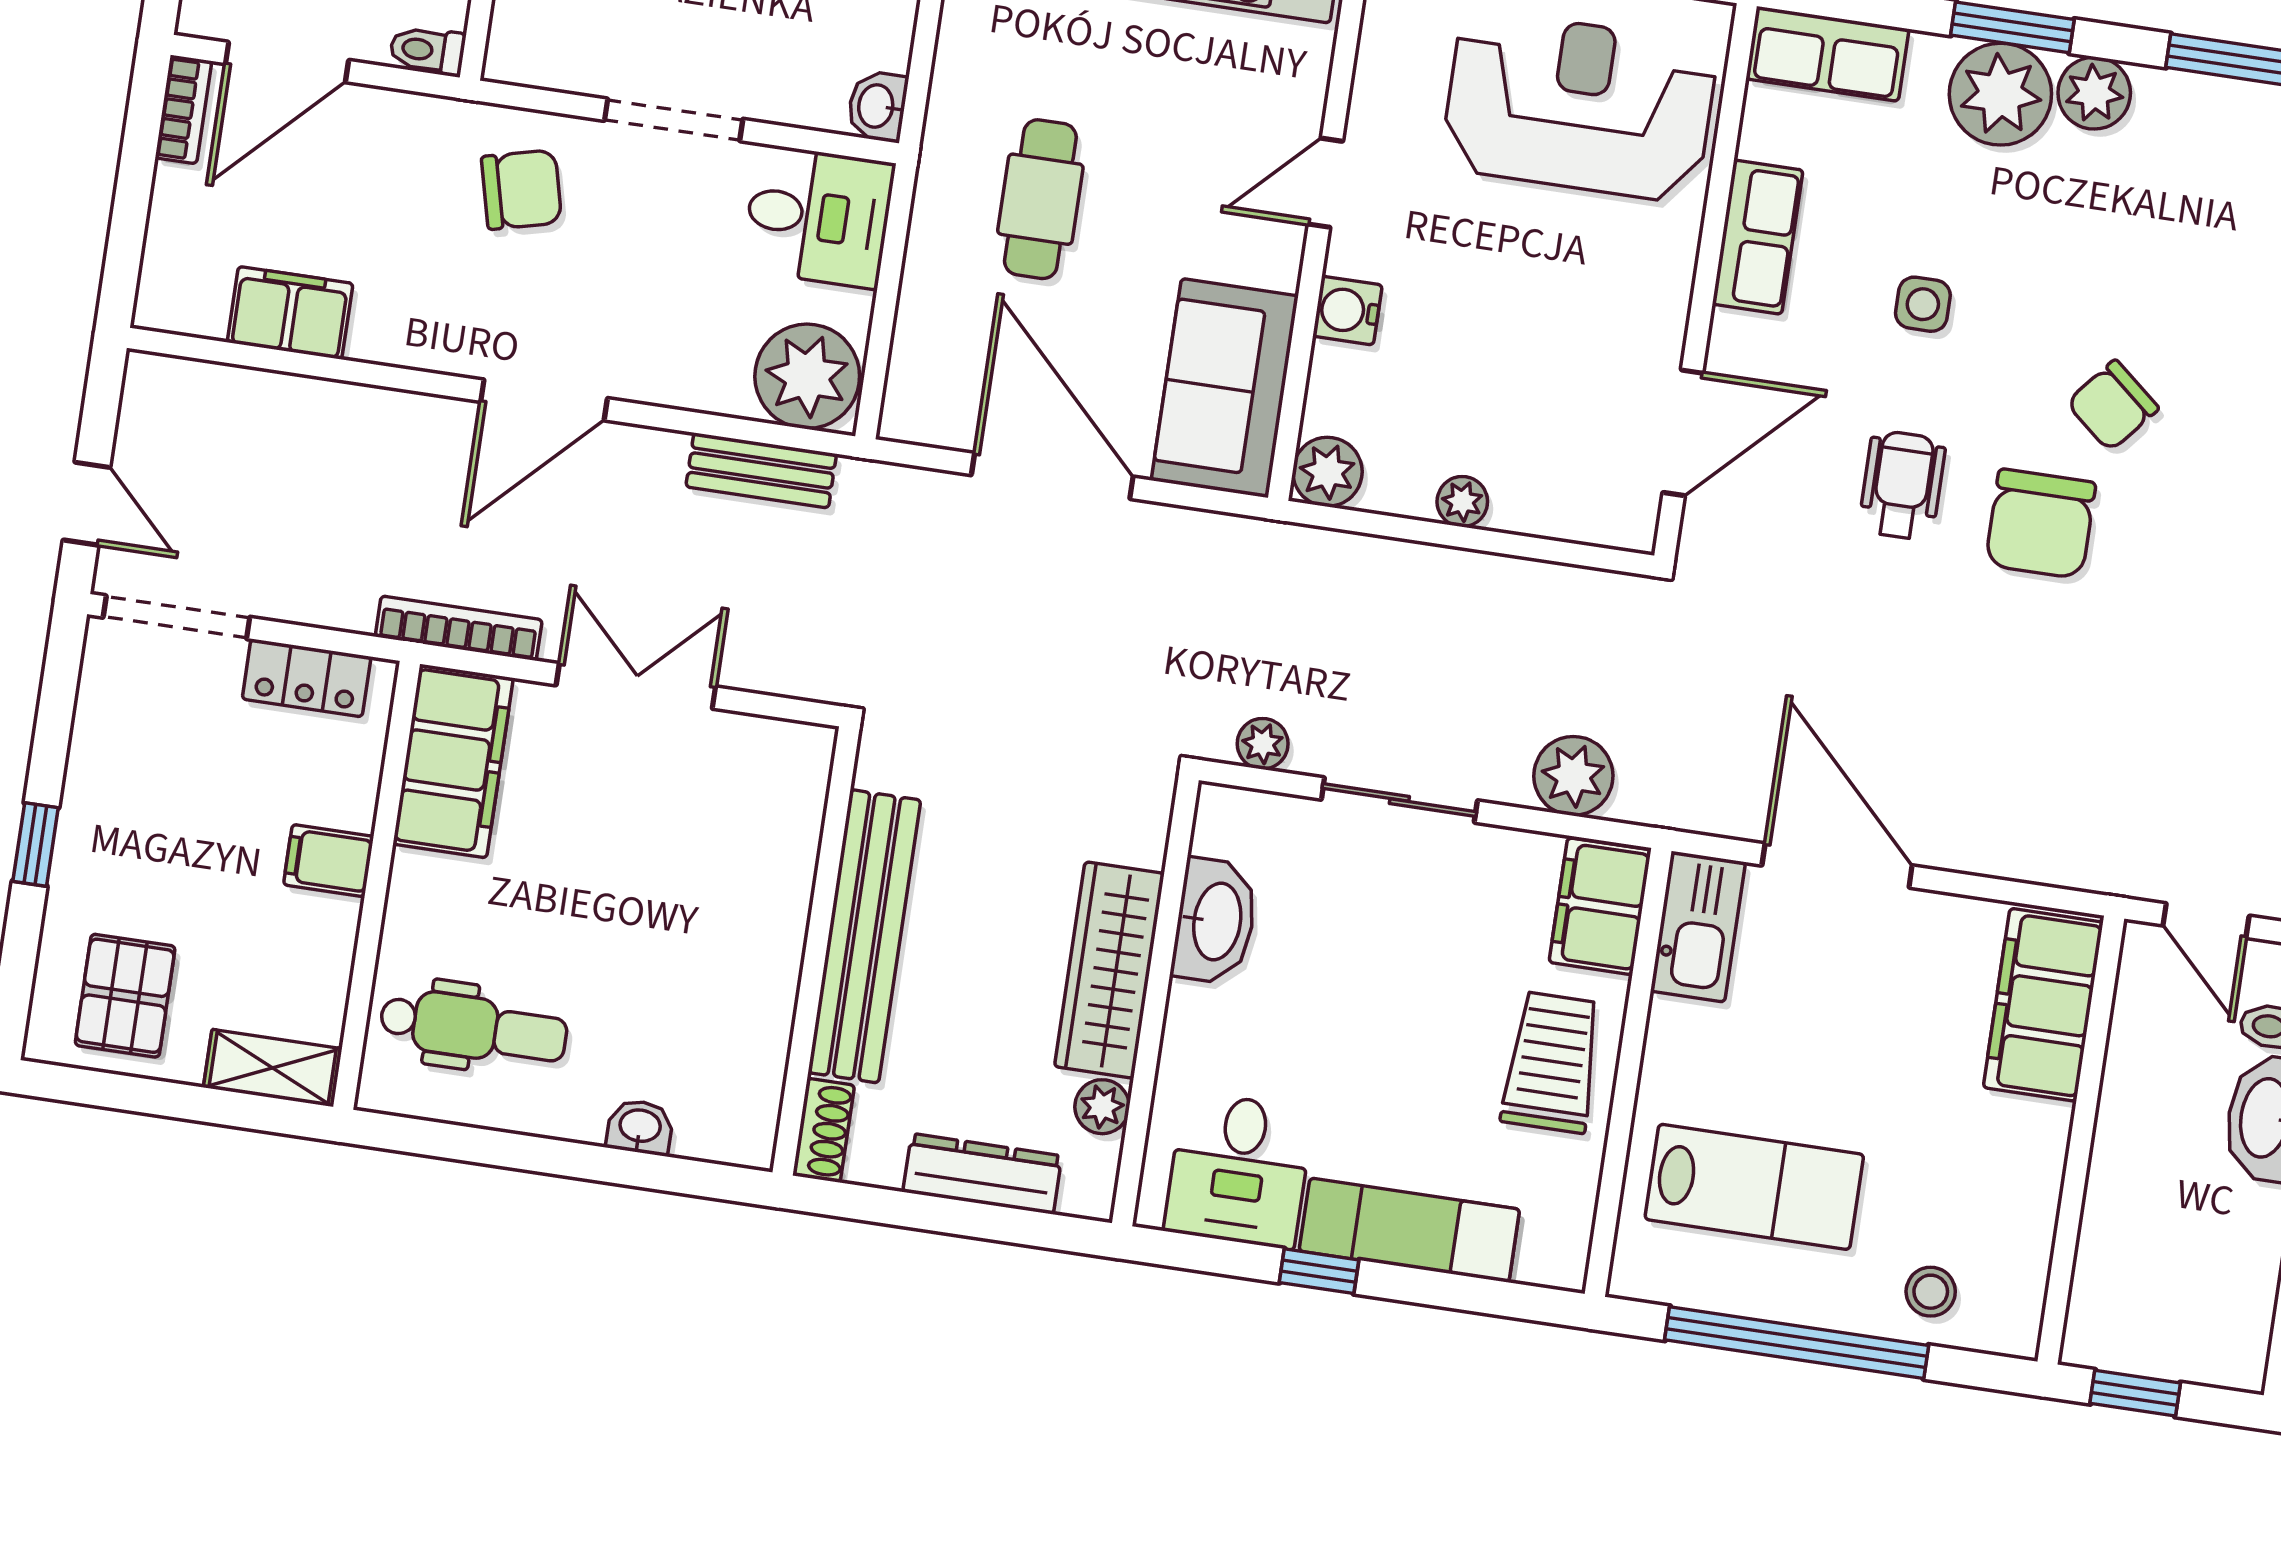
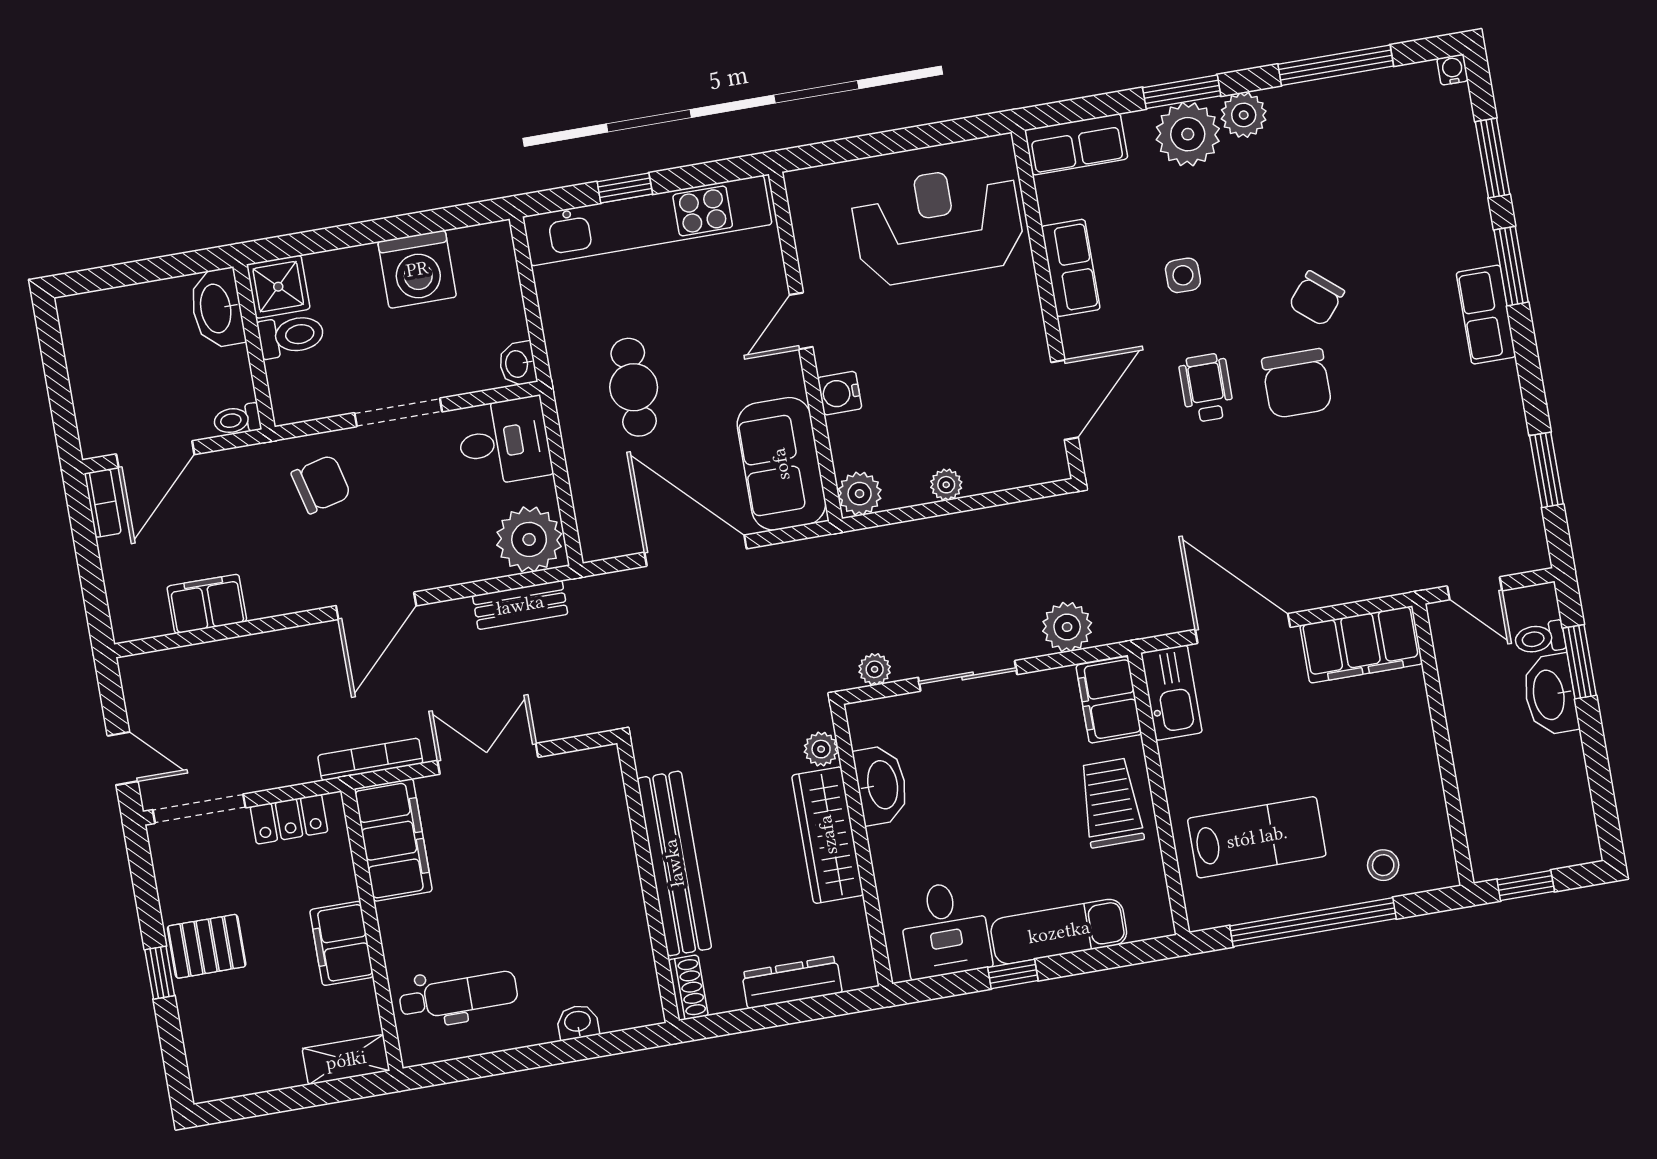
filing cabinet: (329, 861) -> (342, 943), width x2.00
pallet: (125, 996) -> (207, 946), moved, turned 90
filing cabinet: (2043, 1005) -> (1361, 645), moved, turned -90
plant: (1102, 1107) -> (821, 749), moved

